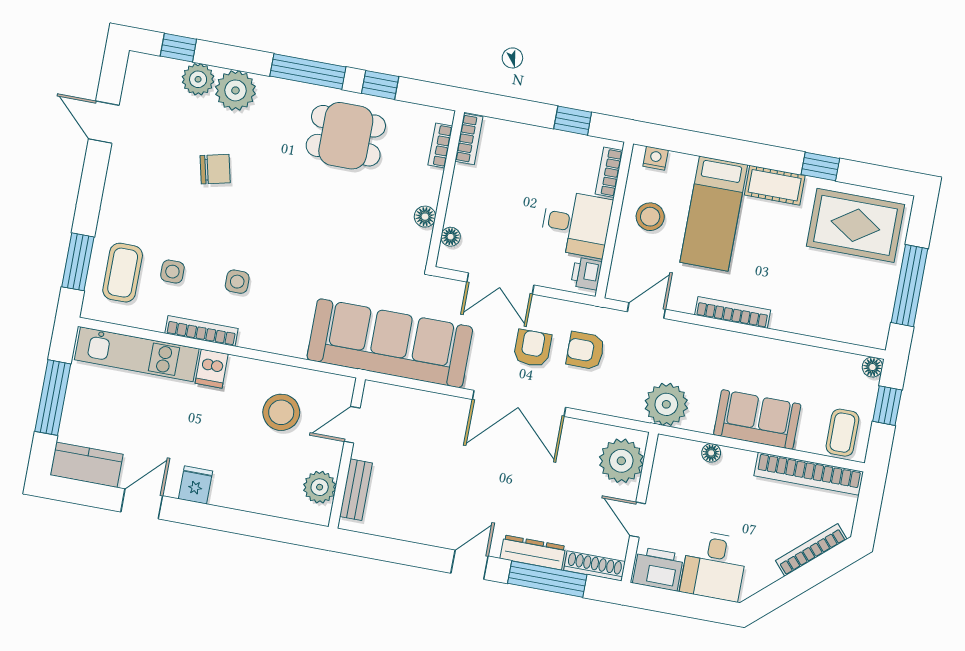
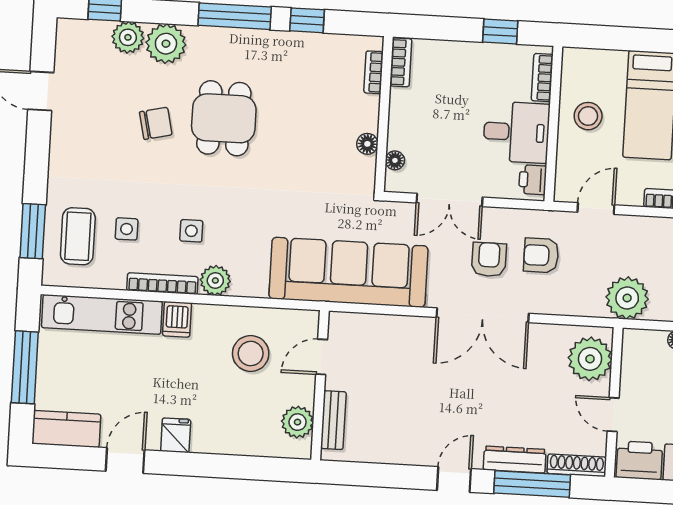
dining table: (346, 136) -> (224, 118), moved, turned 90
nightstand: (656, 158) -> (586, 58), removed
plant: (255, 335) -> (215, 280), added

